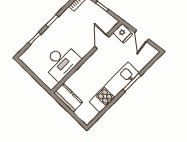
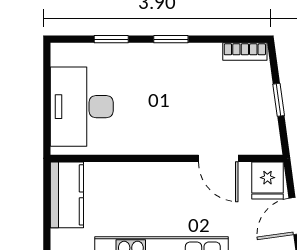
door: (102, 42) -> (218, 158), swing flipped
desk: (61, 62) -> (82, 107), moved, turned 90

